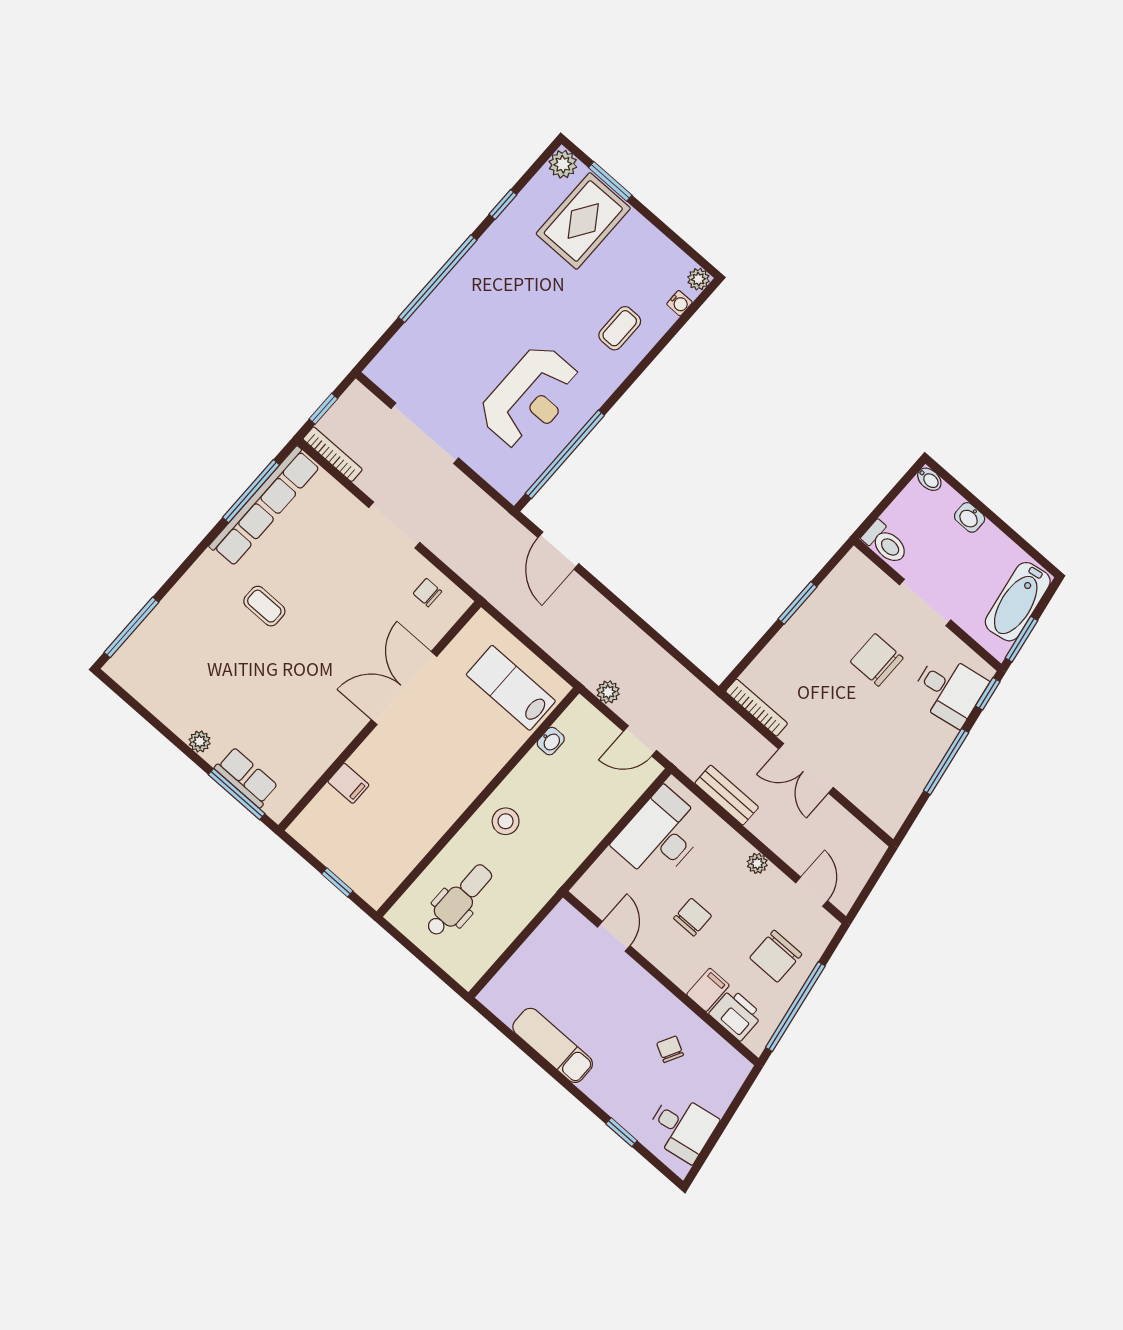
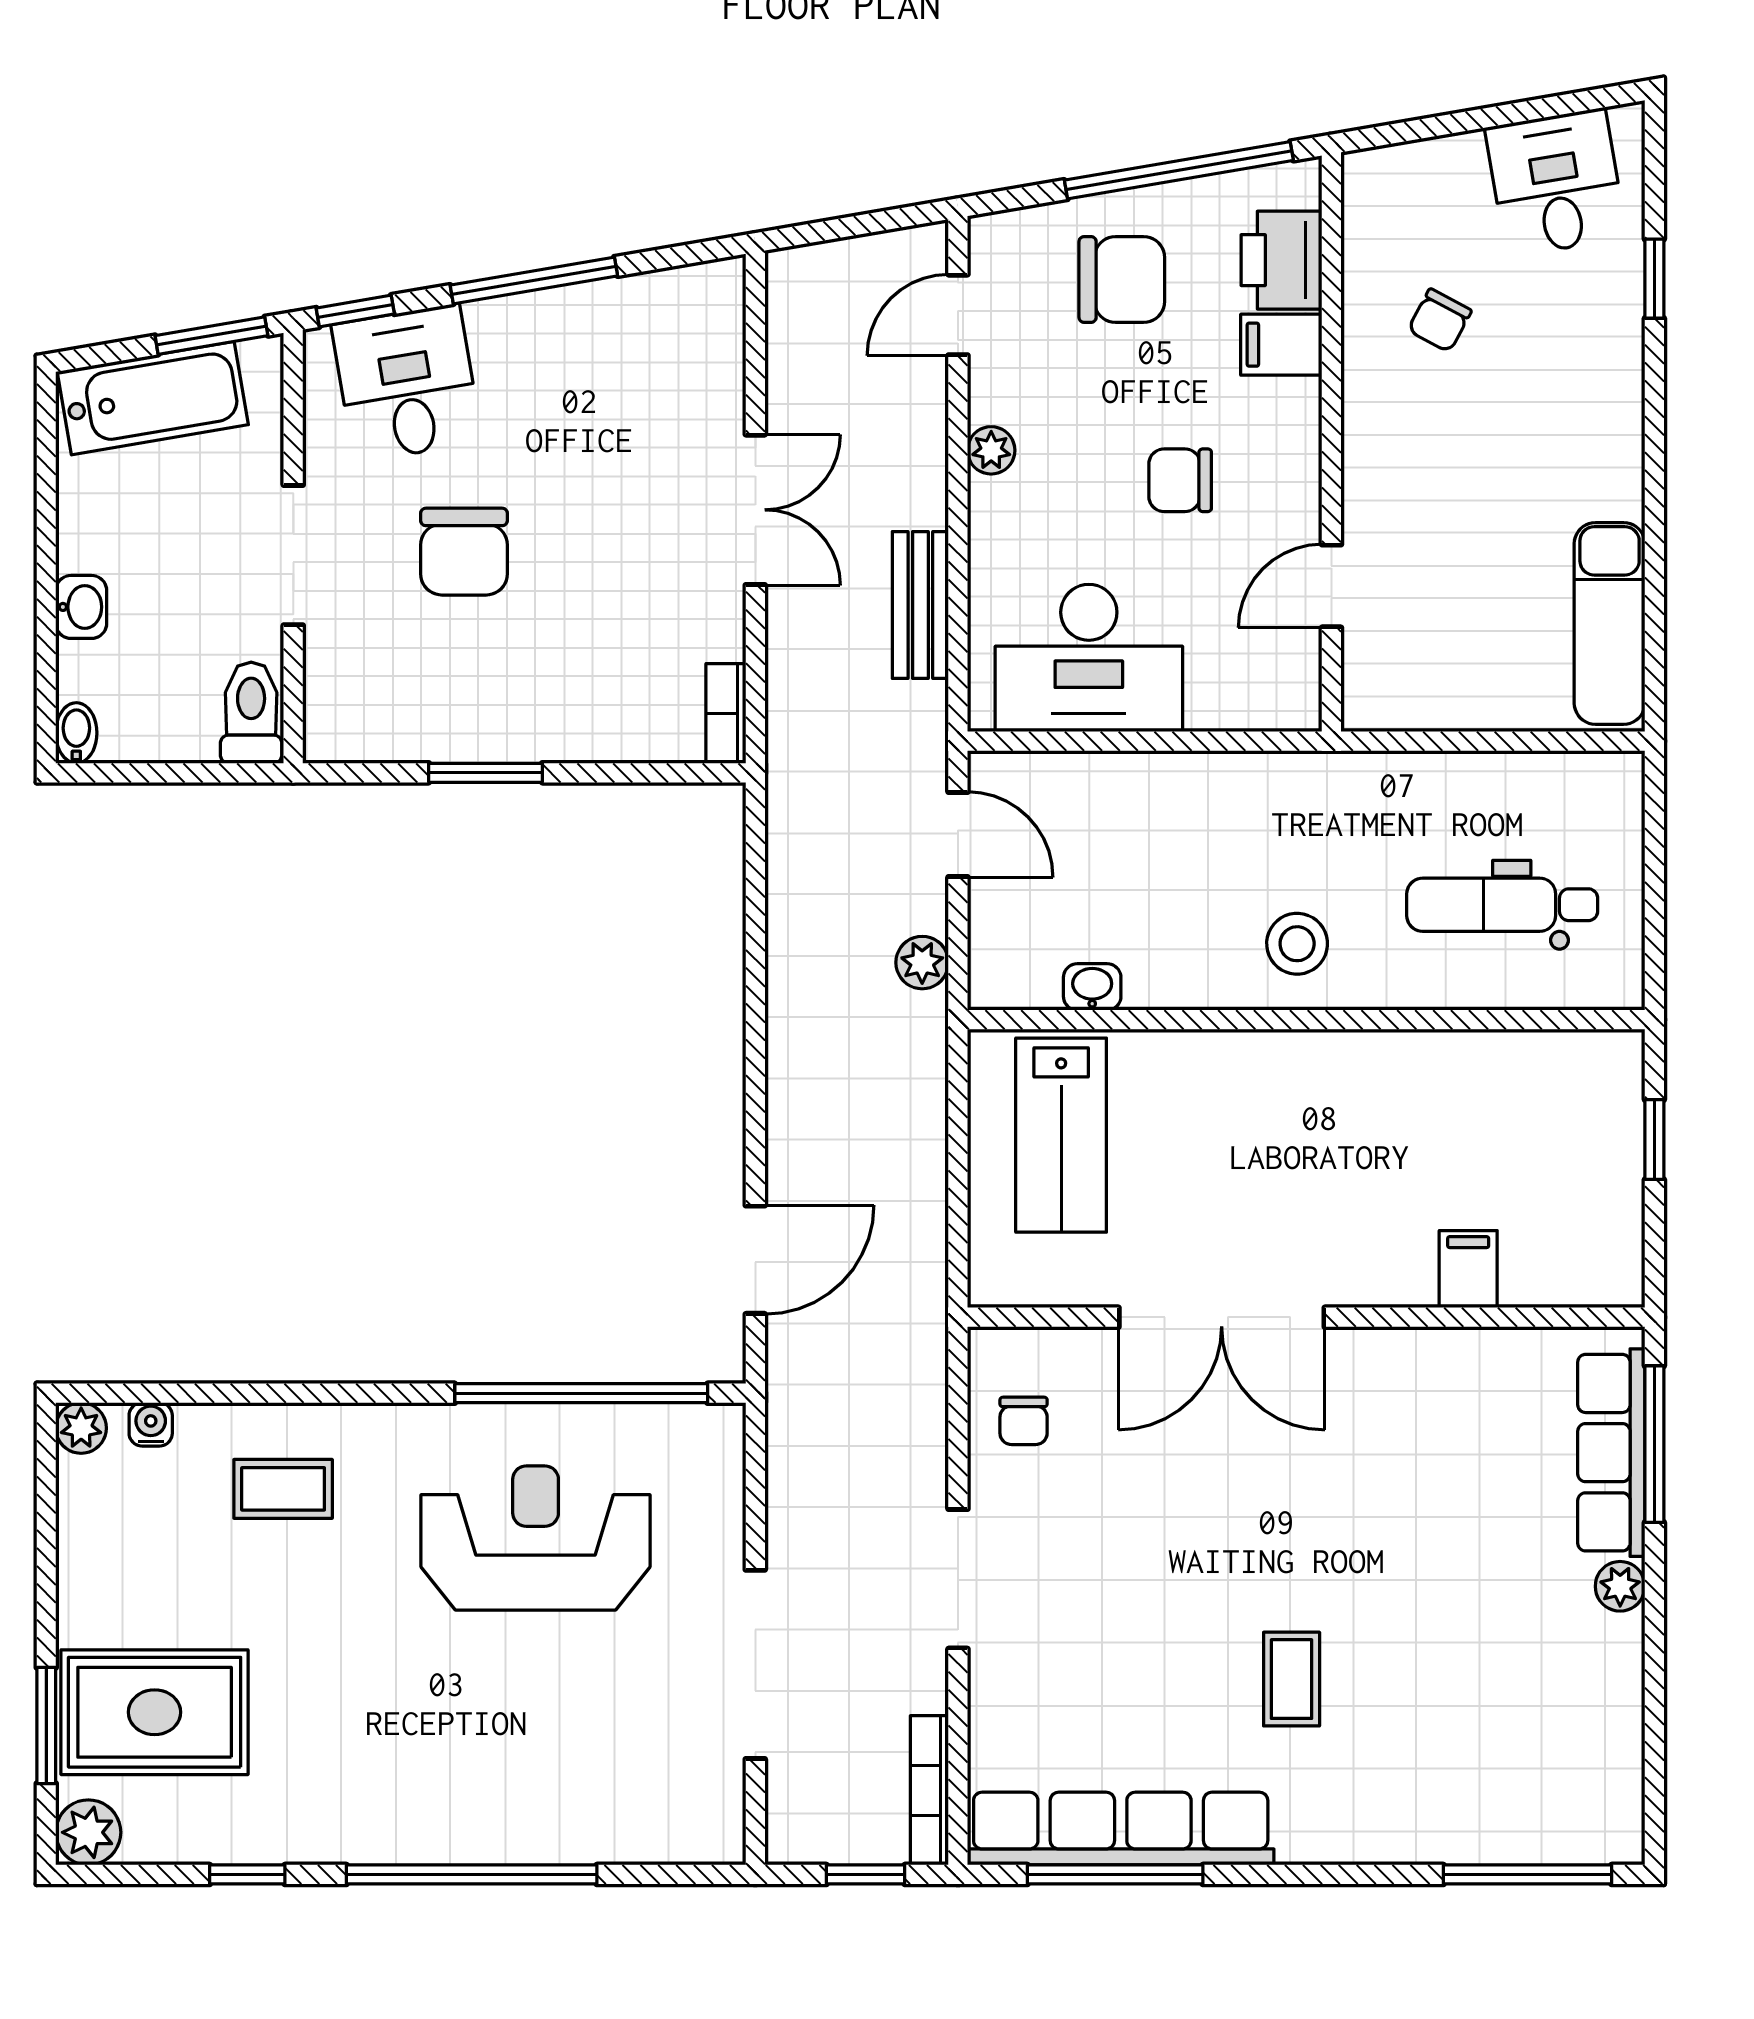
bookcase: (757, 708) -> (726, 713), width x0.64
row of seats: (246, 777) -> (1611, 1453), width x1.48
exam couch: (553, 1045) -> (1610, 623), moved

